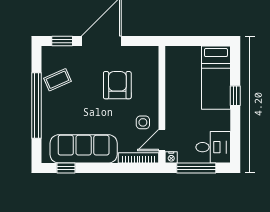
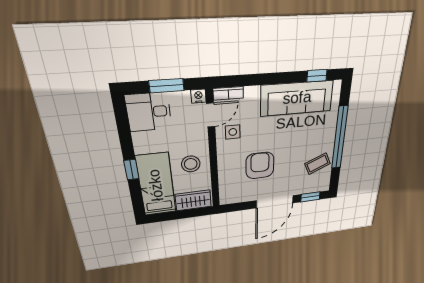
wardrobe: (184, 56) -> (193, 200), added
armchair: (117, 85) -> (260, 166), turned 180
stool: (183, 95) -> (191, 164), added
bookcase: (138, 158) -> (228, 93), width x0.64
window: (196, 168) -> (167, 86), width x0.69

